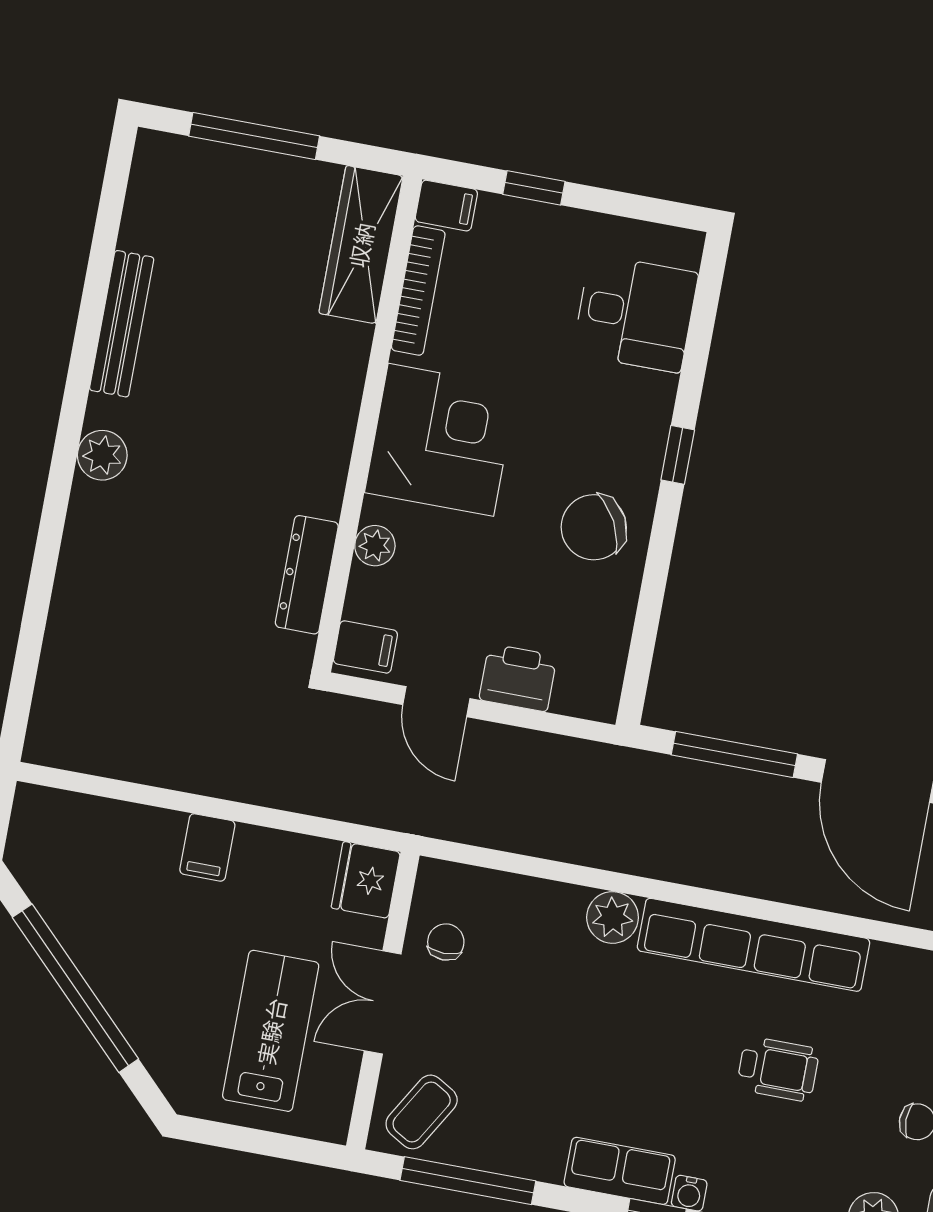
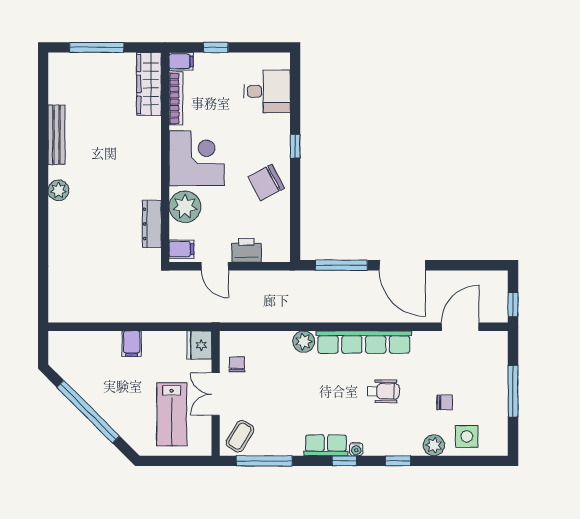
plant: (375, 546) -> (185, 207), width x1.88, depth x1.88
lab bench: (271, 1031) -> (172, 414), turned 180

